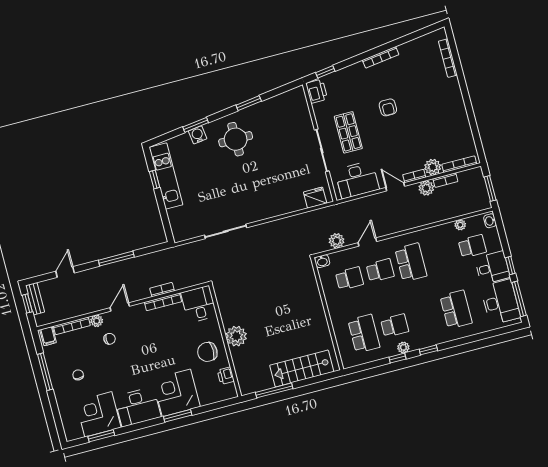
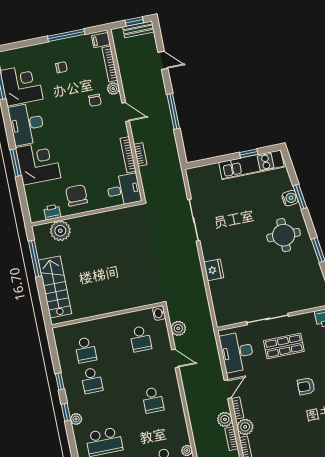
fridge: (315, 198) -> (214, 270), moved
school desk: (411, 262) -> (153, 400), width x0.54
school desk: (380, 270) -> (147, 369), removed
school desk: (364, 334) -> (86, 350), width x0.54
plant: (236, 336) -> (60, 231), moved
plant: (403, 347) -> (76, 419), moved

